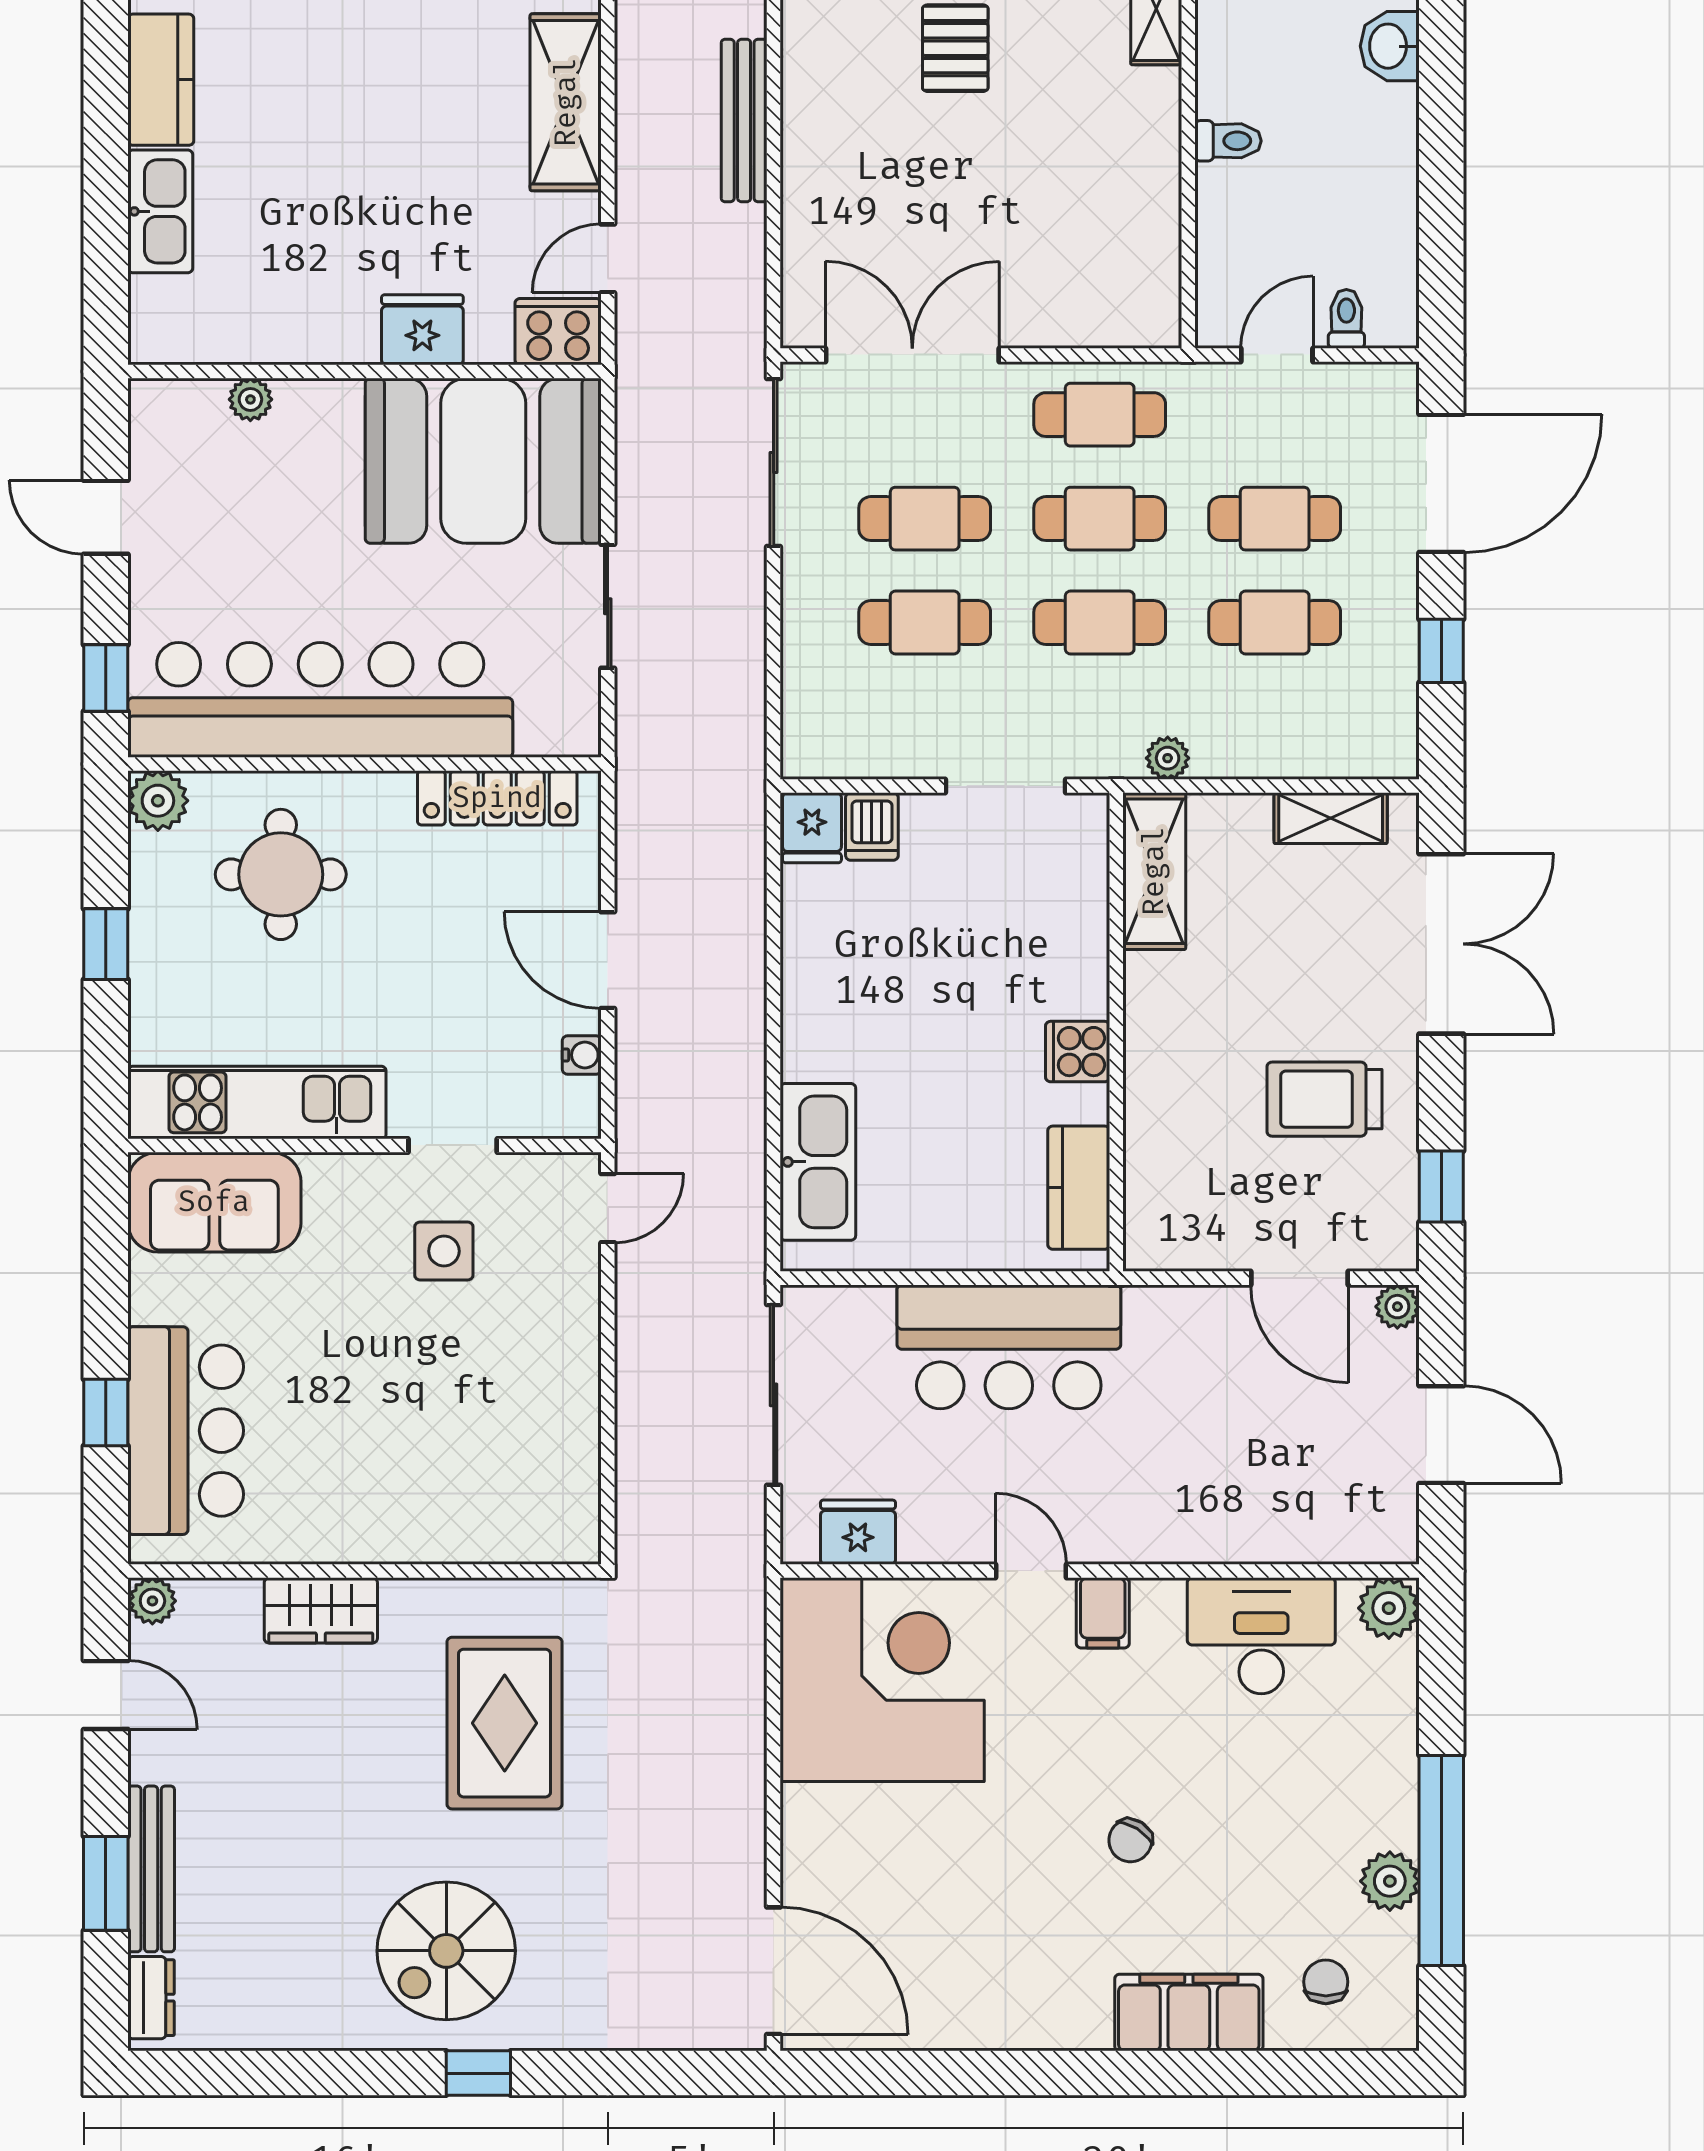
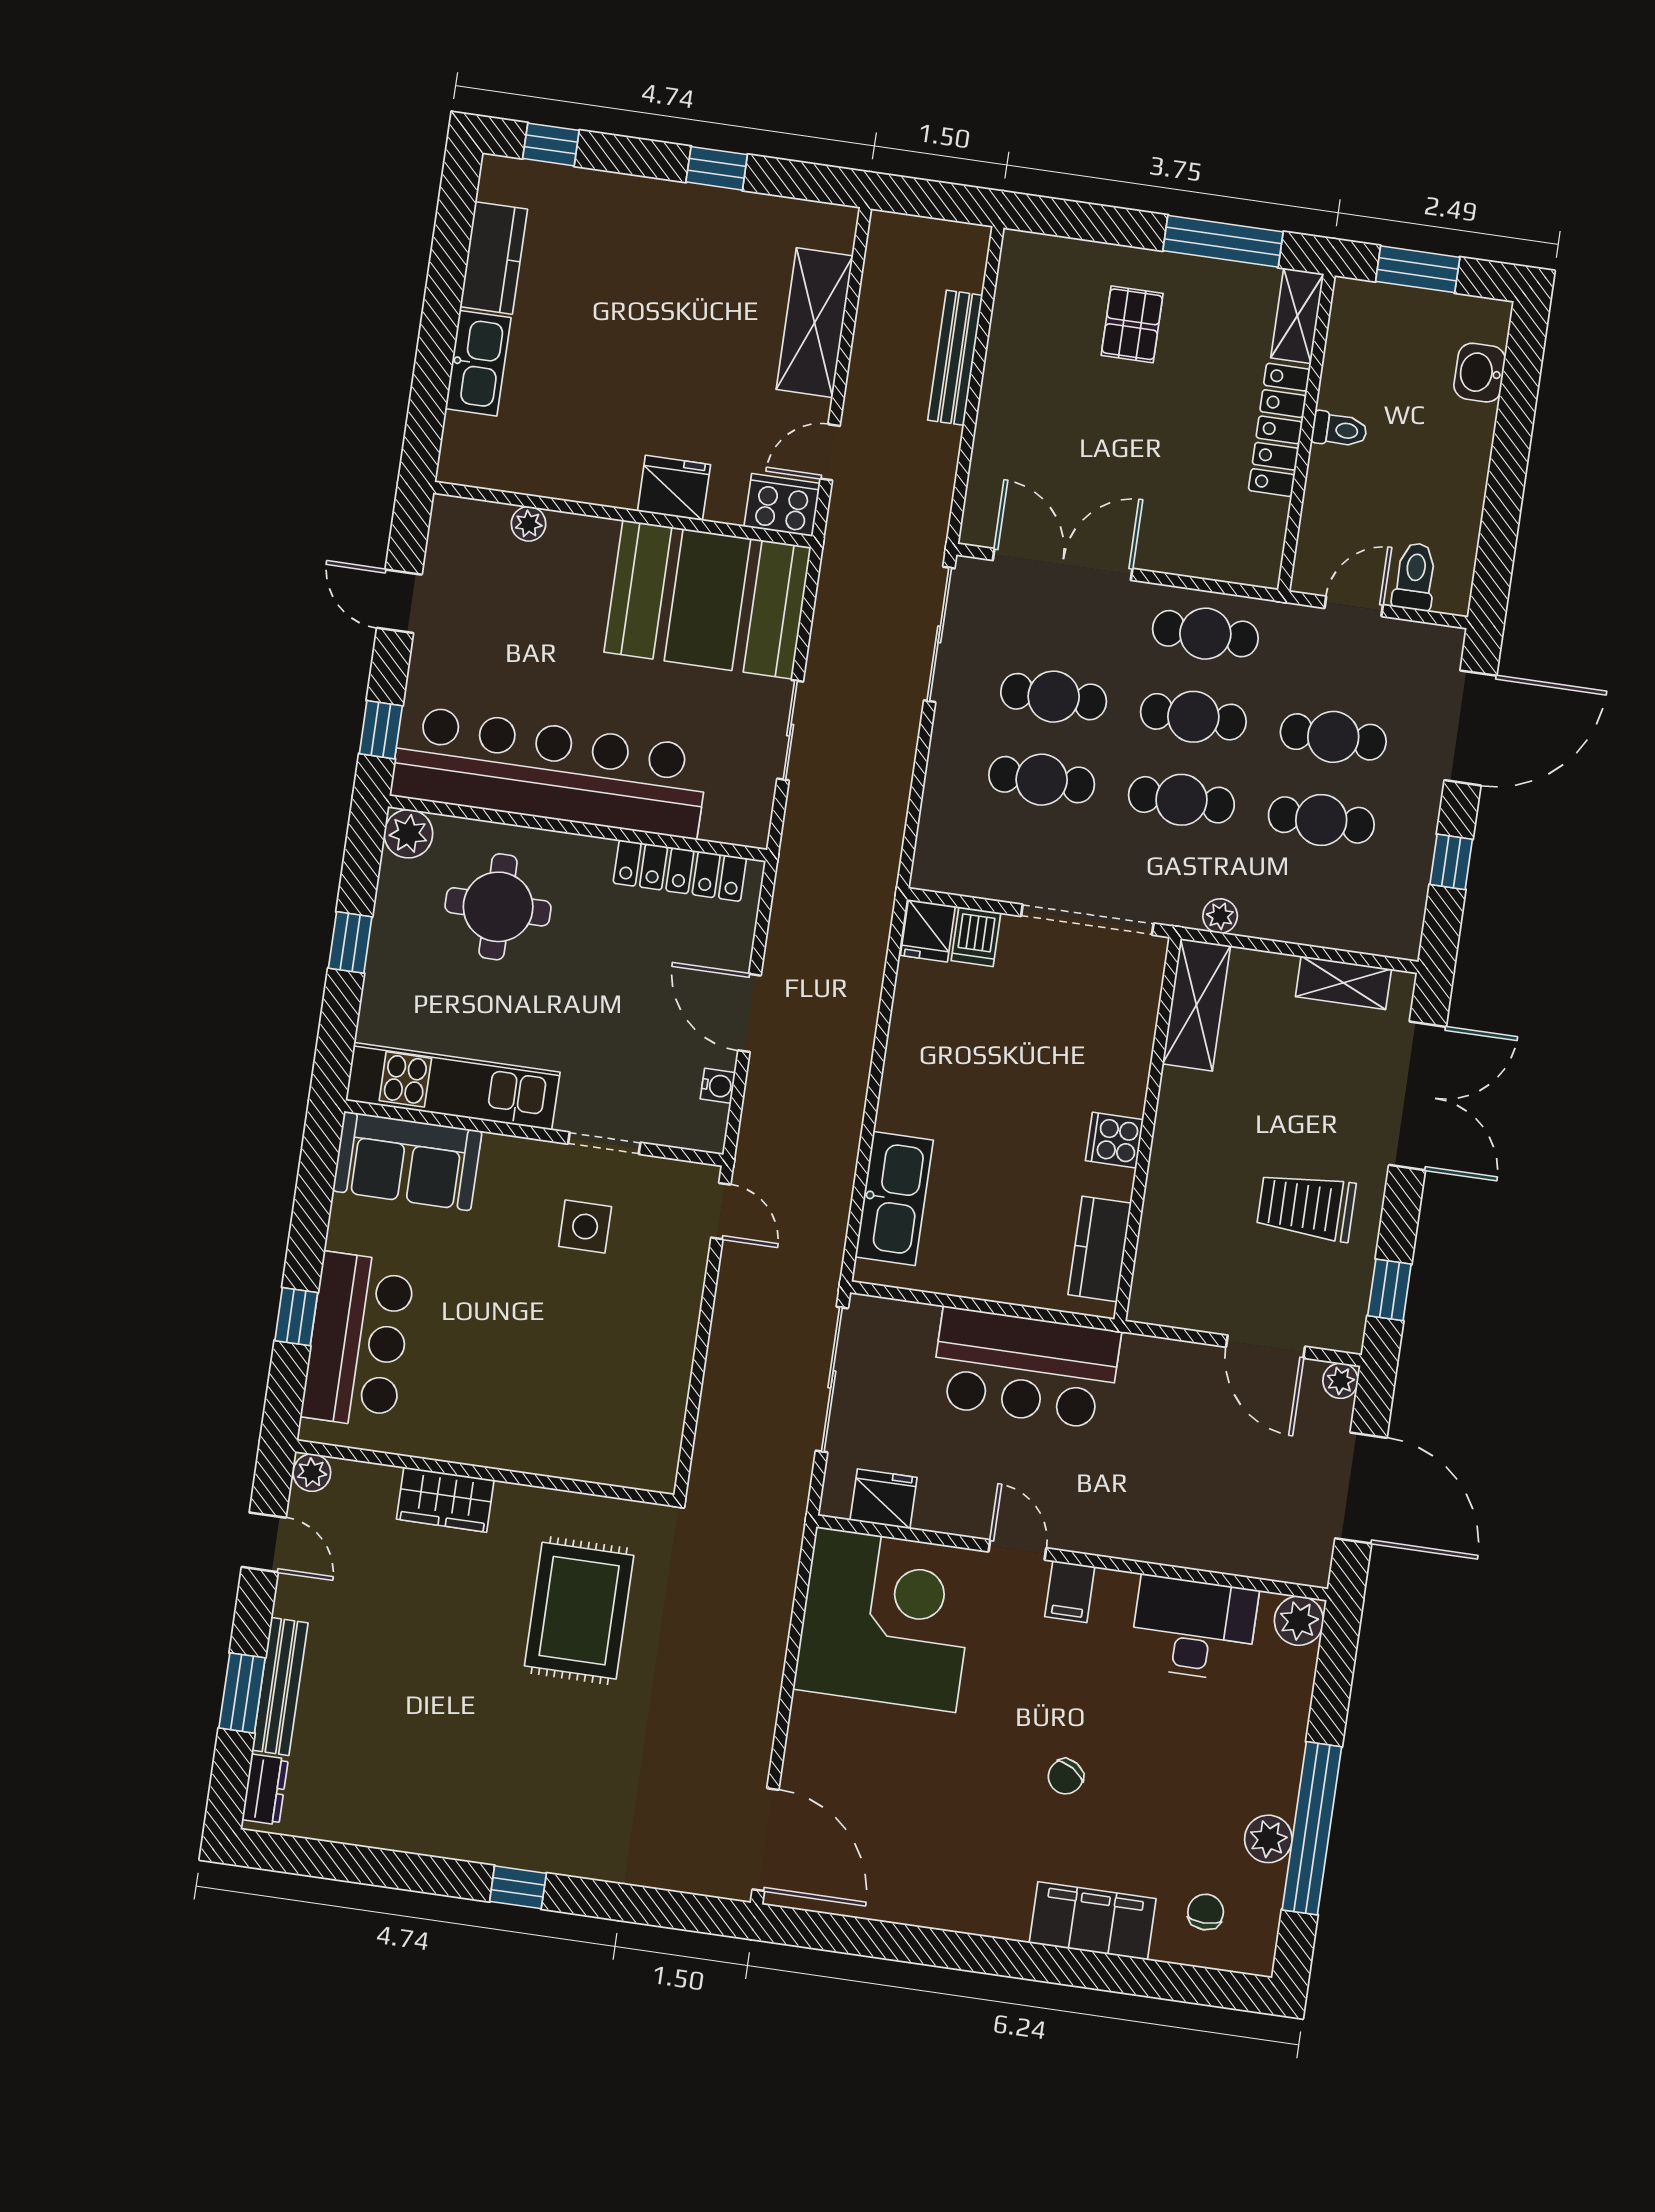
locker: (1154, 152) -> (1279, 430), added
toilet: (1346, 319) -> (1415, 576), width x1.37, depth x1.39
doorway: (1006, 786) -> (1087, 920), width x1.36
door: (608, 1208) -> (721, 1211), hinge flipped
door: (1441, 1435) -> (1361, 1488), width x1.36
spiral stairs: (446, 1951) -> (506, 1786), removed

